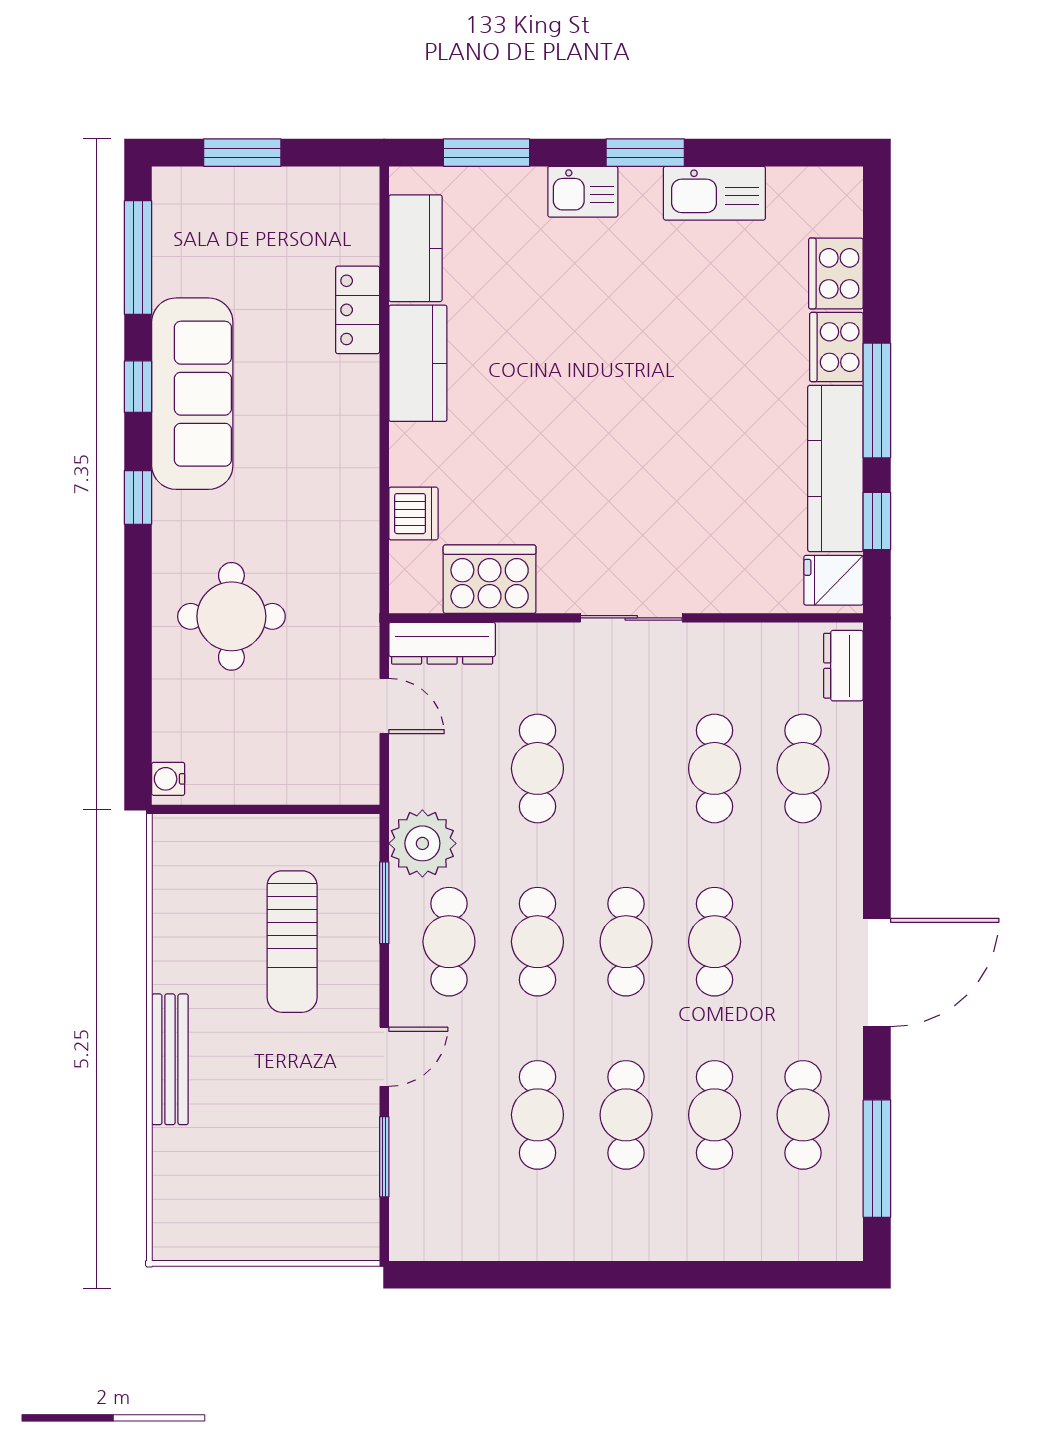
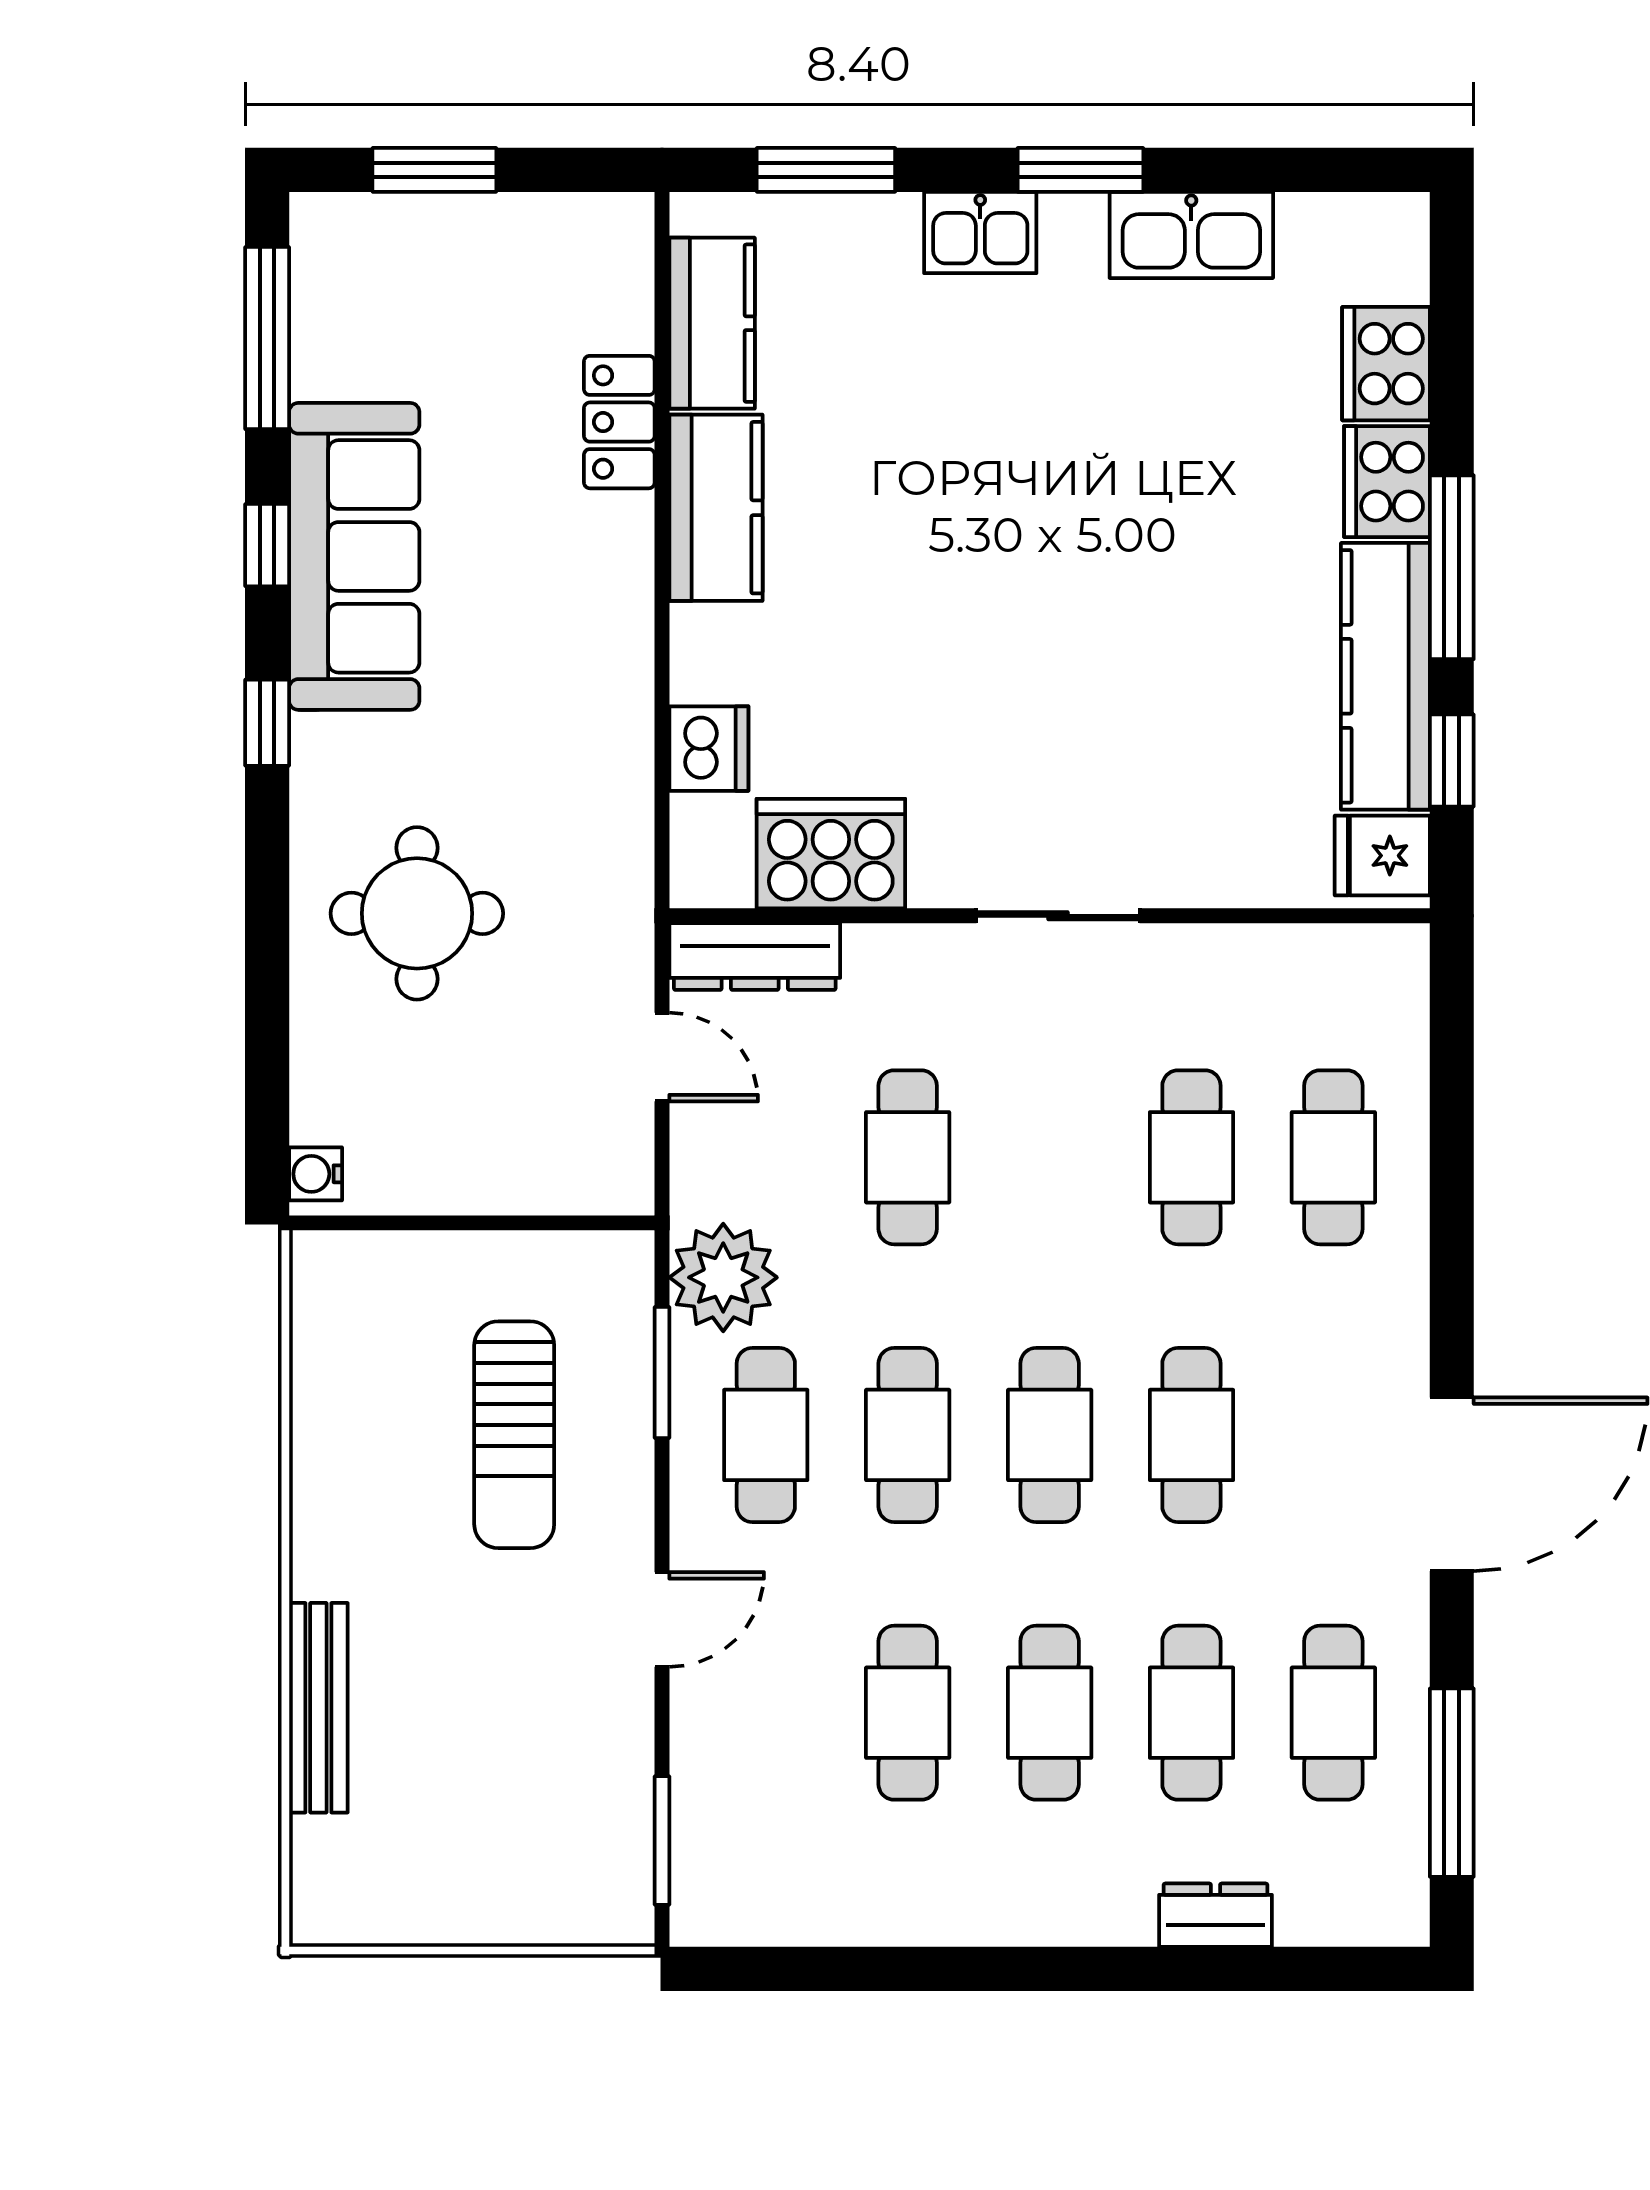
dresser: (843, 666) -> (1215, 1915), moved, turned 90
bench: (170, 1059) -> (318, 1708), moved
window: (384, 1157) -> (662, 1841), moved

